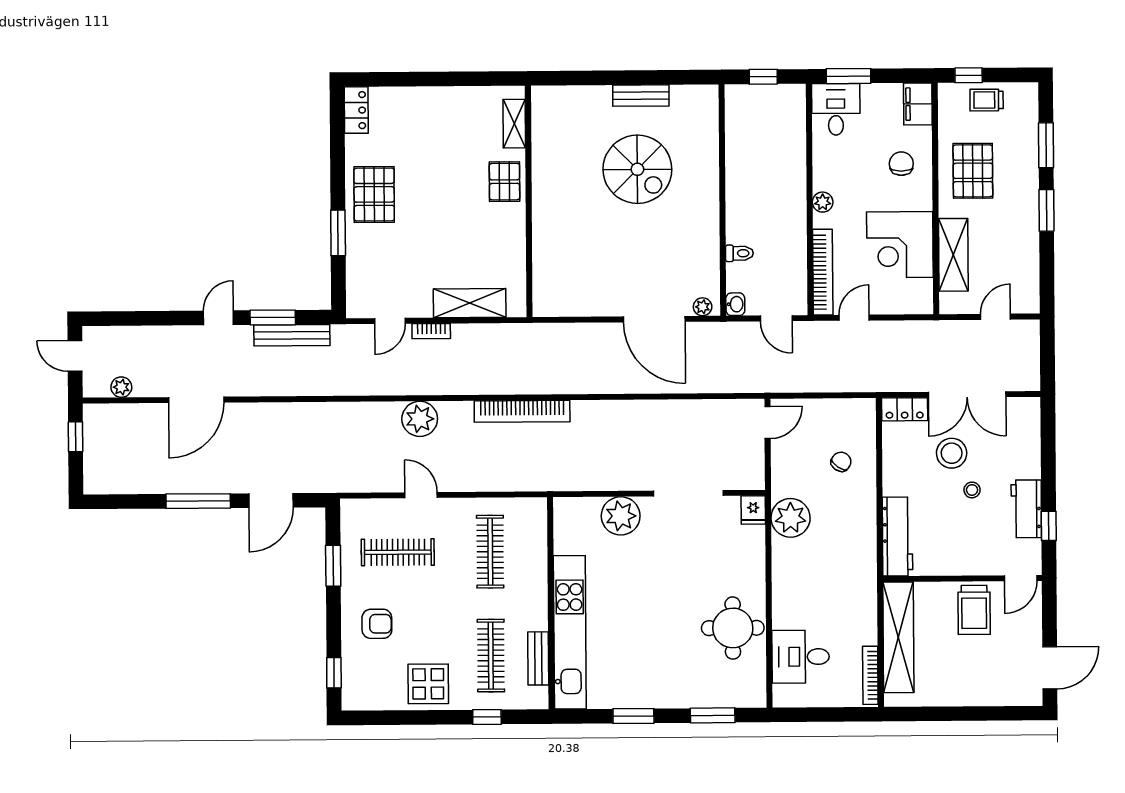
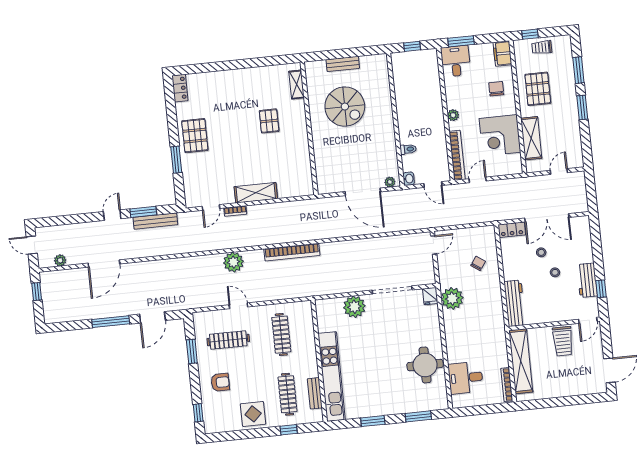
shelving: (514, 124) -> (297, 85), moved
wall: (529, 201) -> (309, 128), moved
stool: (952, 453) -> (541, 252), width x0.53, depth x0.53

